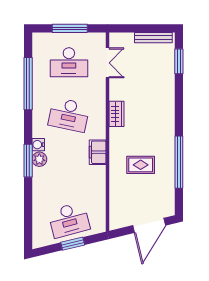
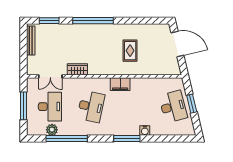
double door: (107, 63) -> (50, 76), swing flipped
wardrobe: (116, 114) -> (77, 69), moved
water cooler: (38, 145) -> (145, 131), moved
plant: (39, 159) -> (52, 130), moved
window: (179, 162) -> (93, 21), moved

